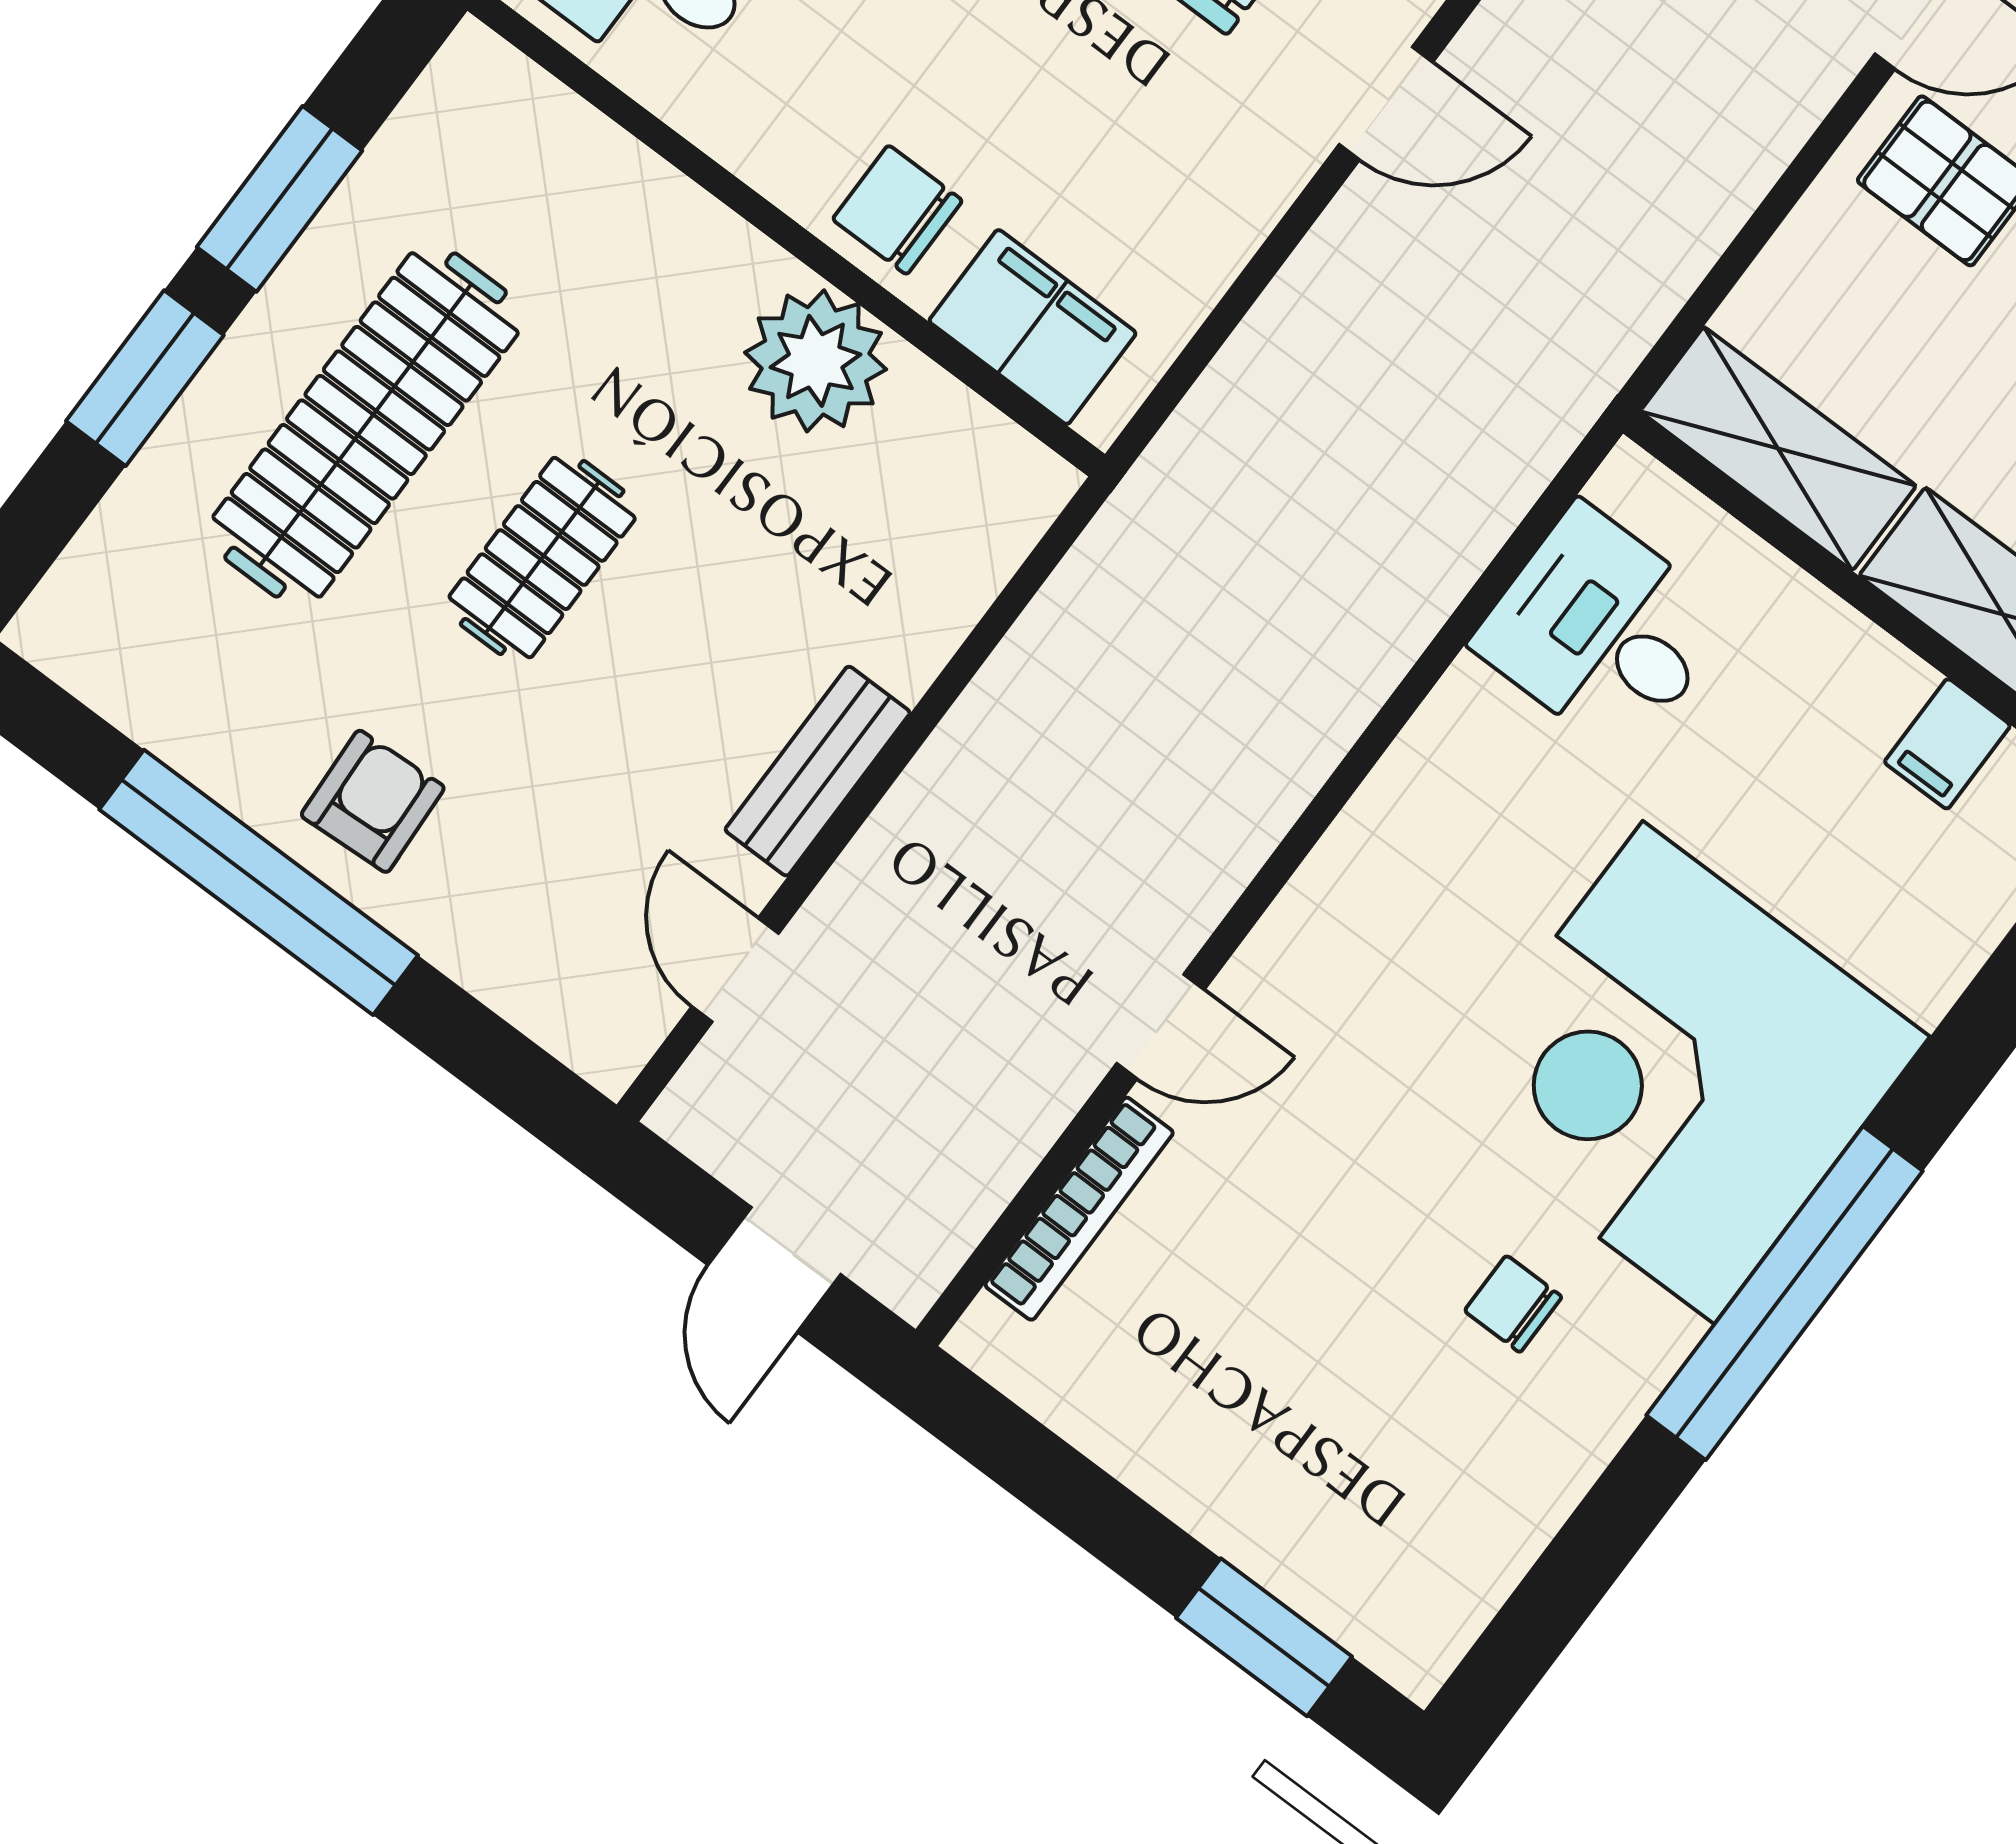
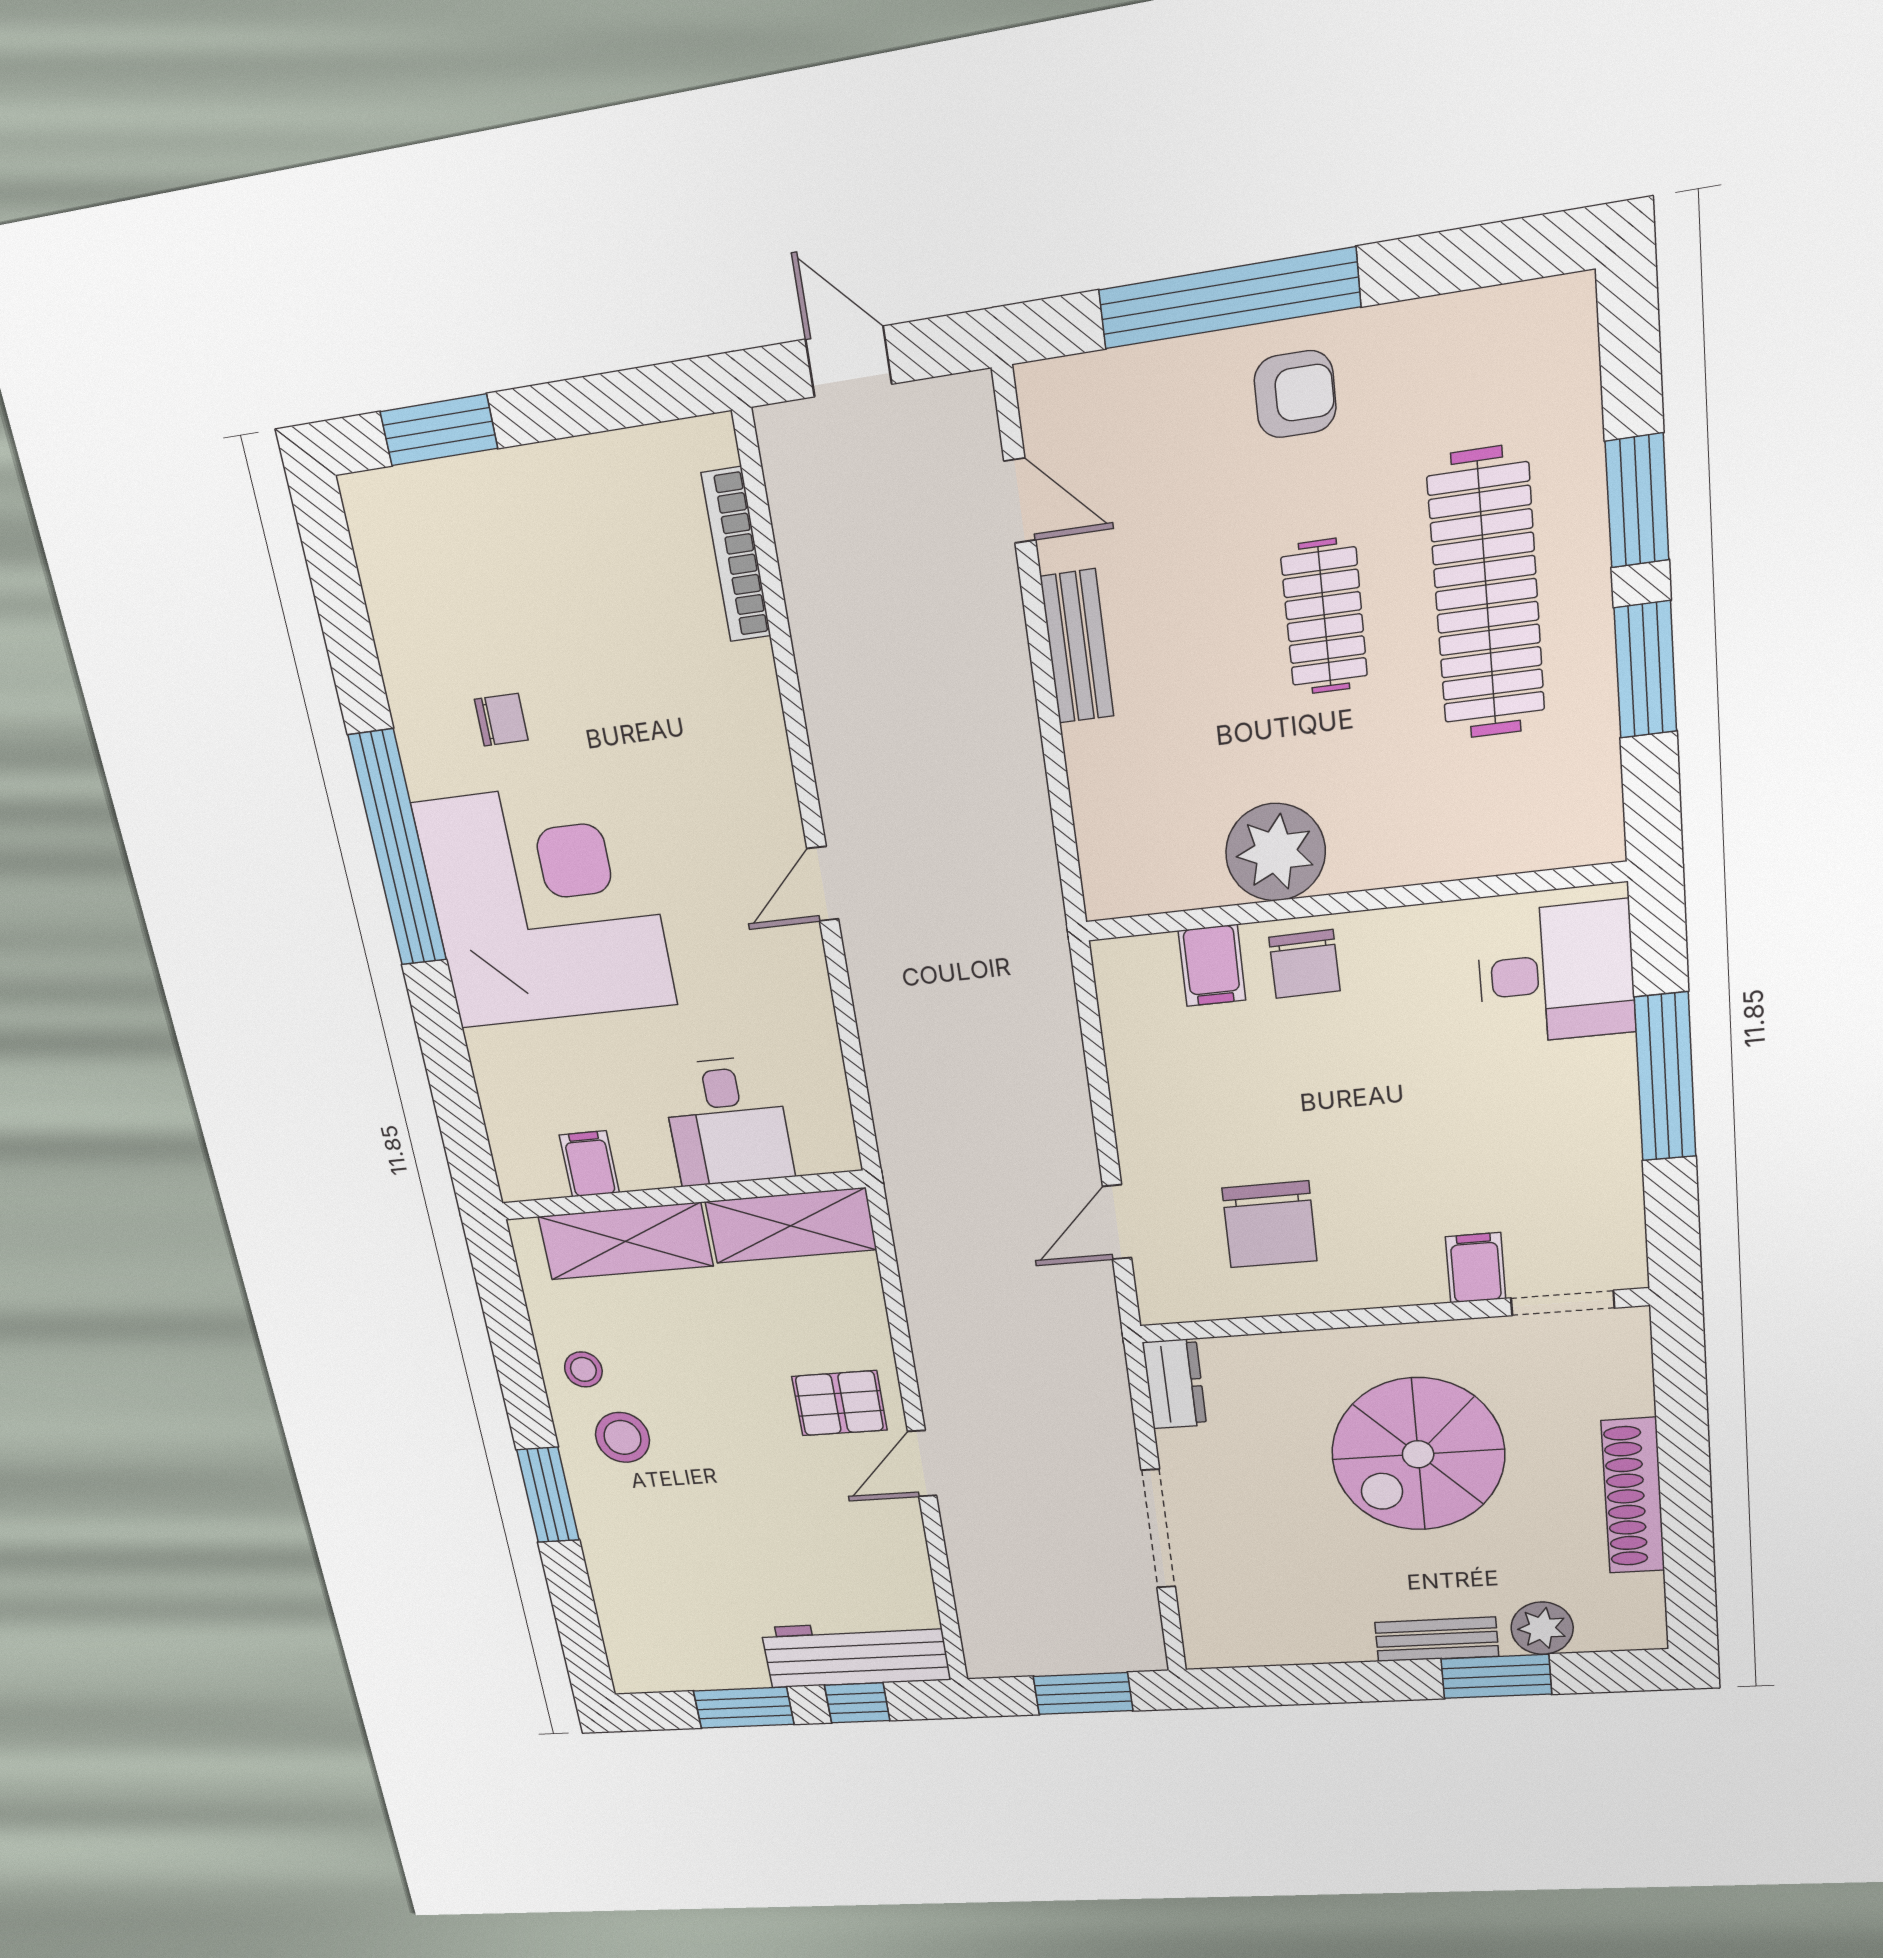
chair: (897, 210) -> (1304, 964), turned 89
filing cabinet: (1033, 327) -> (1212, 965), width x0.50
desk: (1602, 631) -> (727, 1121), moved, turned 90
armchair: (373, 801) -> (1295, 394), turned -87
window: (259, 882) -> (1229, 298), moved
door: (1160, 1027) -> (823, 884), moved

